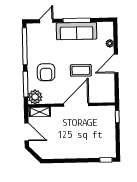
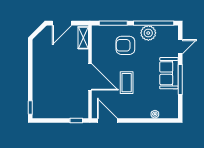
door: (46, 21) -> (180, 47), hinge flipped
sofa: (77, 31) -> (169, 73), width x0.73
door: (116, 63) -> (107, 121), moved
plant: (35, 97) -> (148, 33), moved

